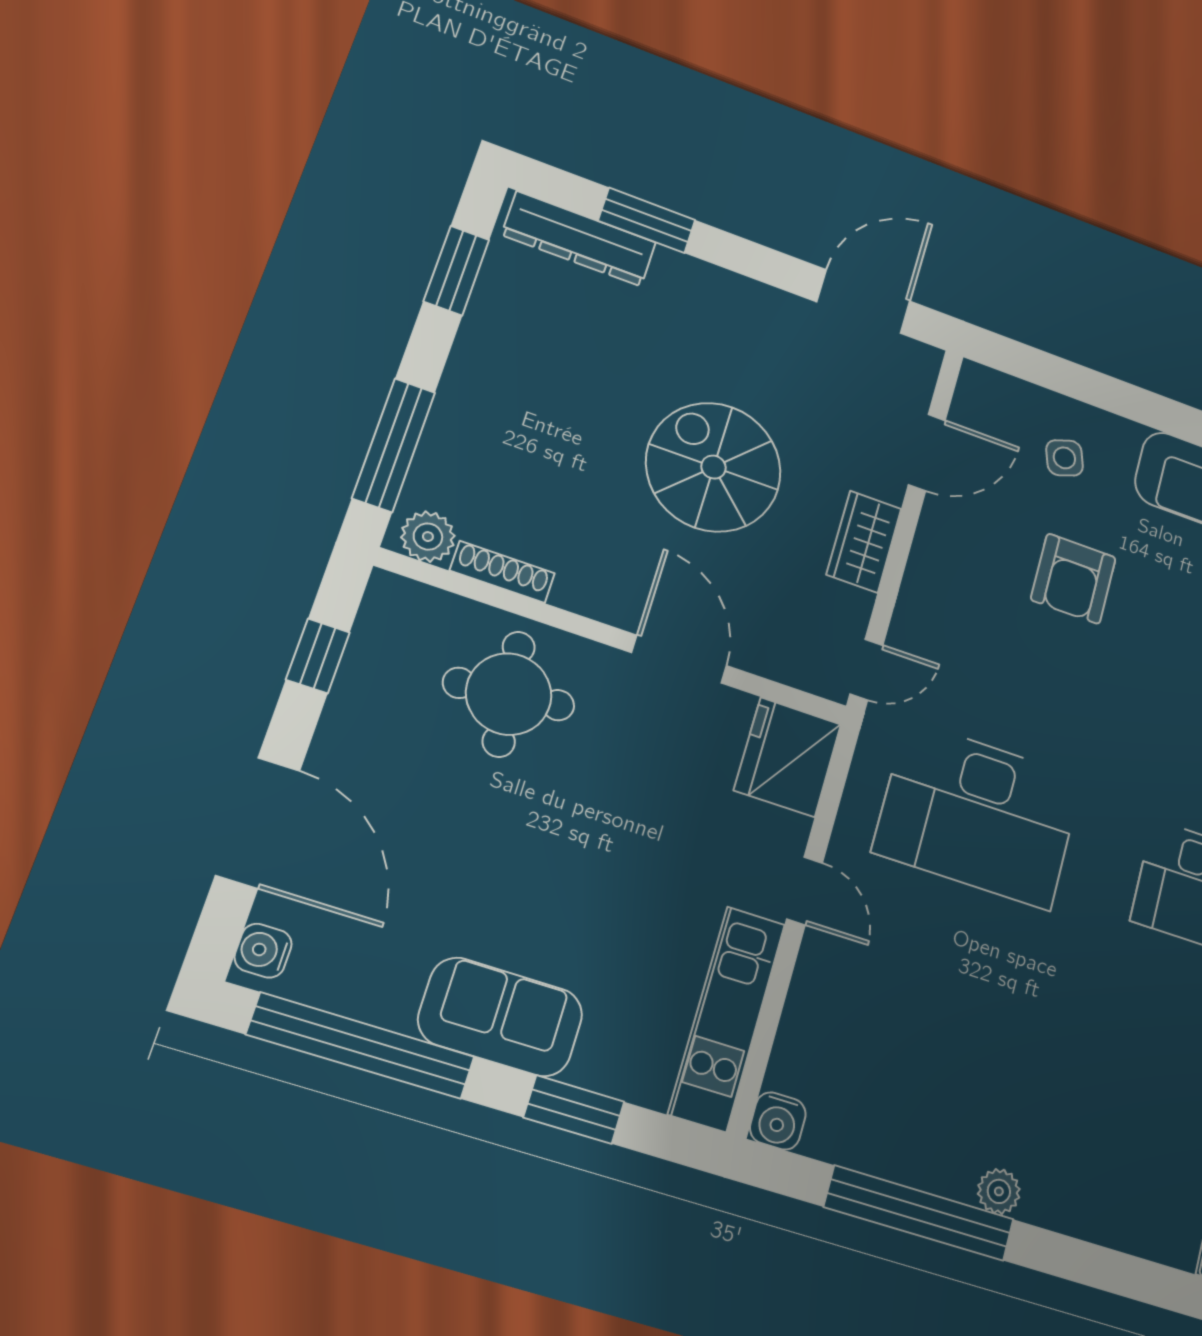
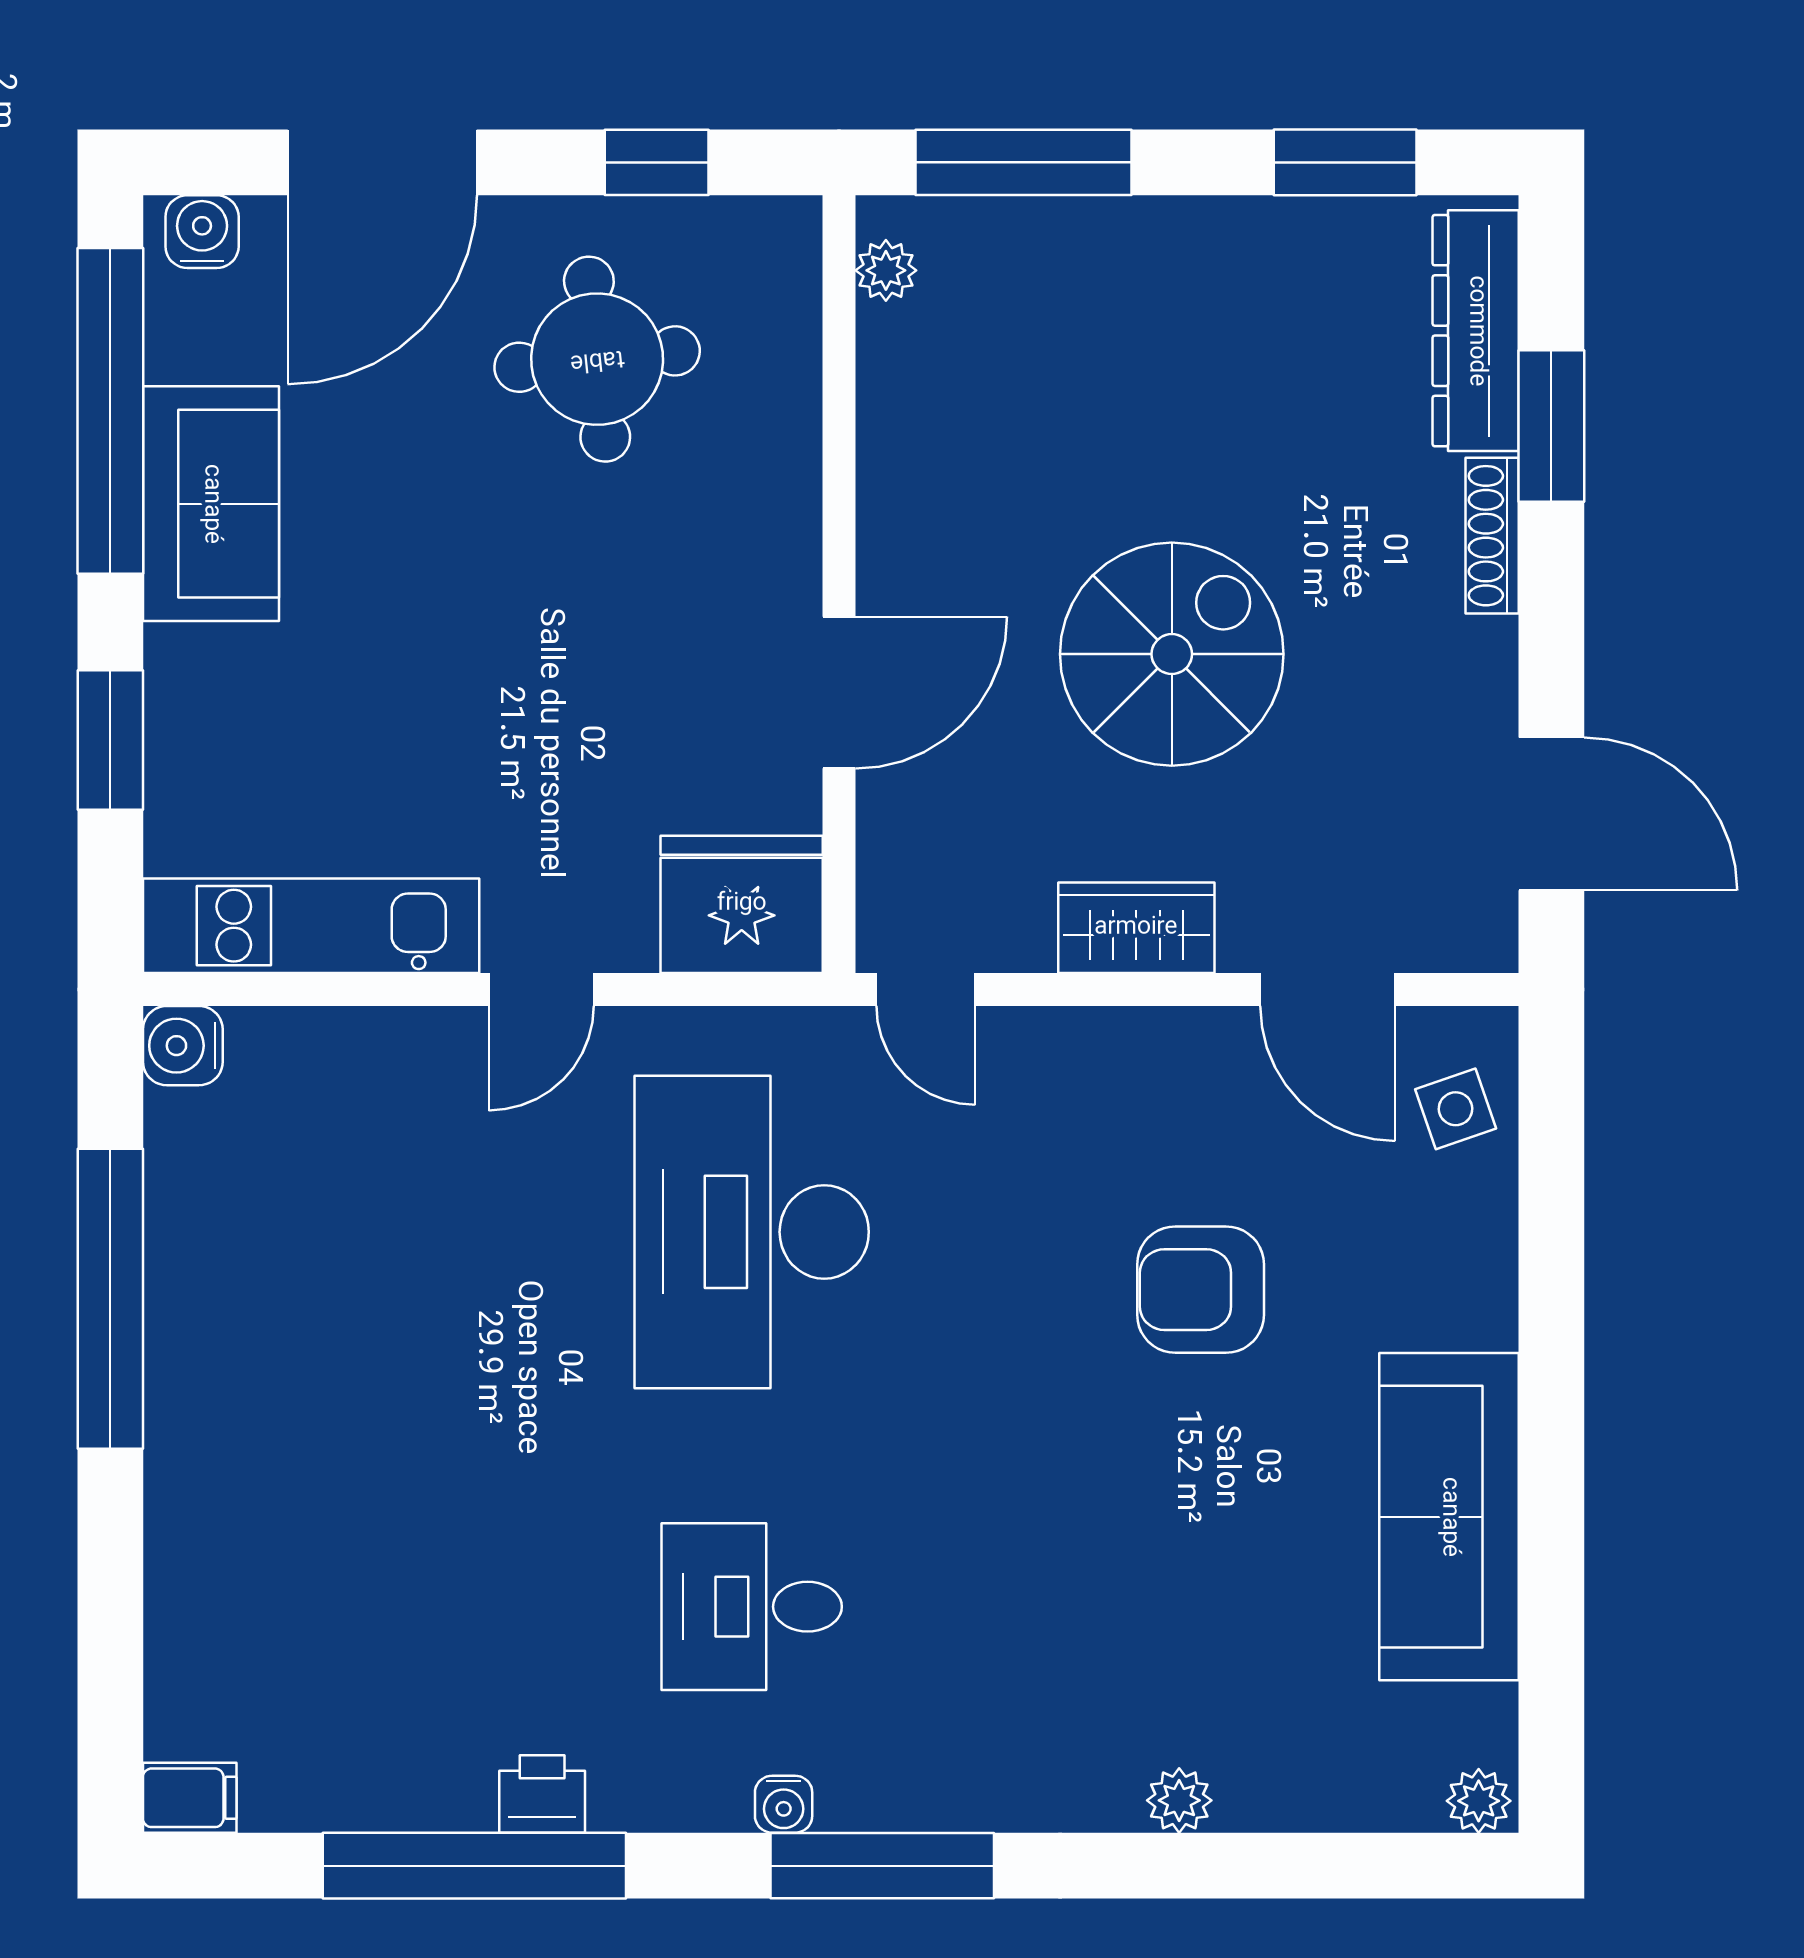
side table: (1064, 458) -> (1456, 1109), moved
plant: (428, 537) -> (886, 270), width x0.73, depth x0.73
shoe rack: (502, 572) -> (1492, 536), moved, turned 180
round table: (509, 694) -> (597, 359), moved
sofa: (501, 1017) -> (211, 504), moved
plant: (999, 1191) -> (178, 1415), removed

